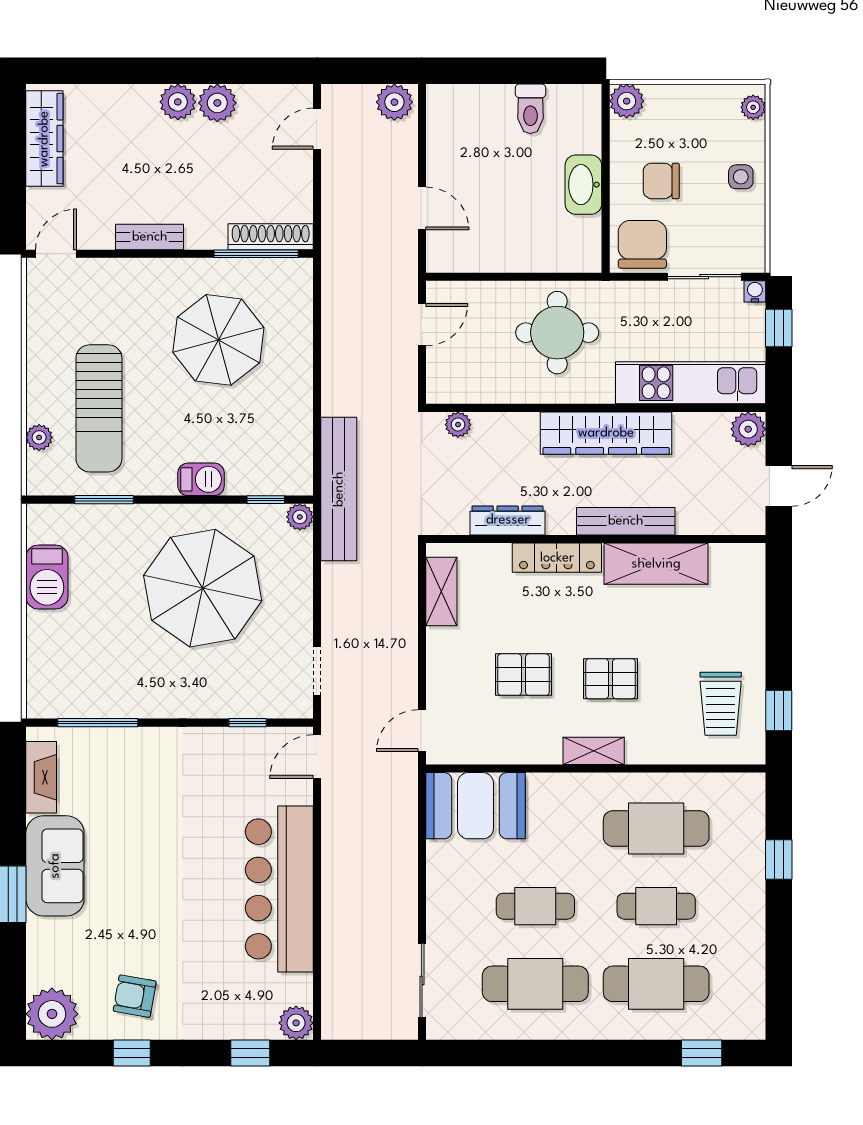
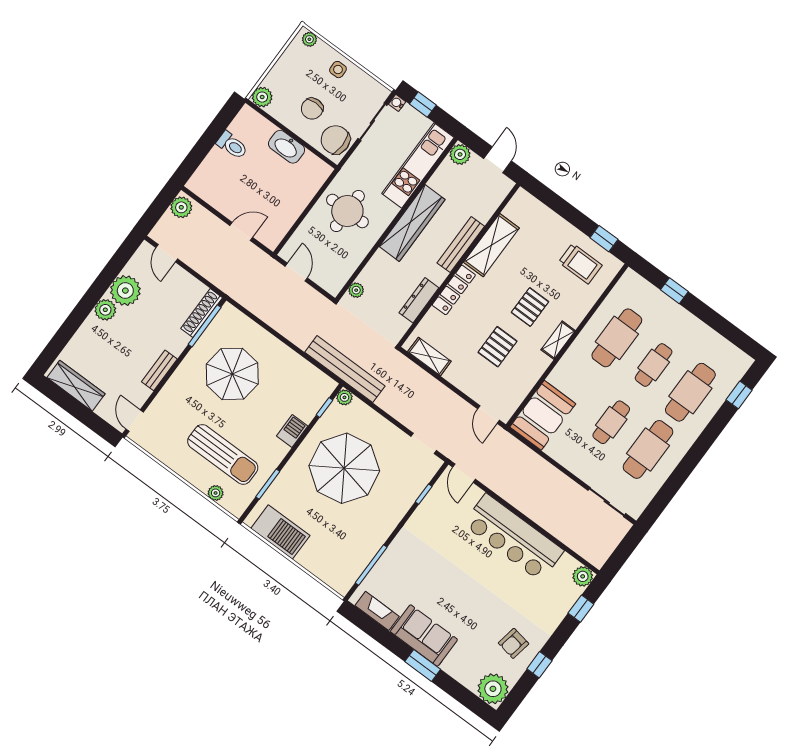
plant: (217, 103) -> (125, 291), width x1.36, depth x1.36
barbecue: (47, 577) -> (280, 532), width x1.37, depth x1.21

